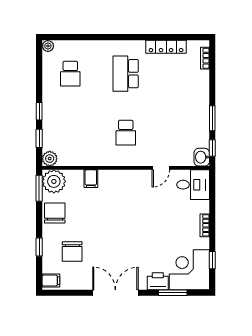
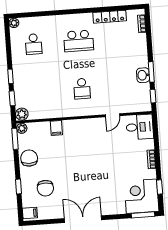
school desk: (126, 74) -> (79, 41), turned -90
washbasin: (202, 157) -> (143, 75), moved
plant: (54, 181) -> (22, 128), width x0.53, depth x0.53
printer: (158, 281) -> (117, 207), removed
window: (173, 293) -> (143, 215), moved

